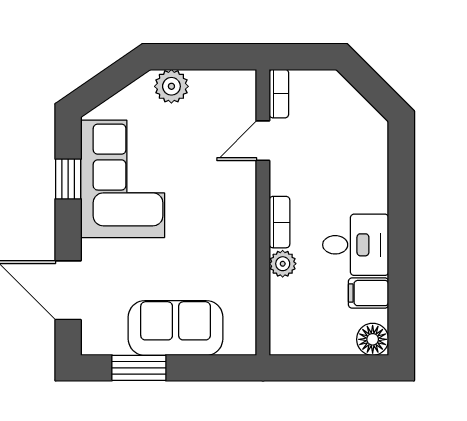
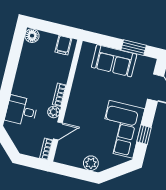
desk: (356, 245) -> (21, 111), moved
plant: (283, 264) -> (54, 112), moved
filing cabinet: (369, 293) -> (63, 45), moved, turned 90

